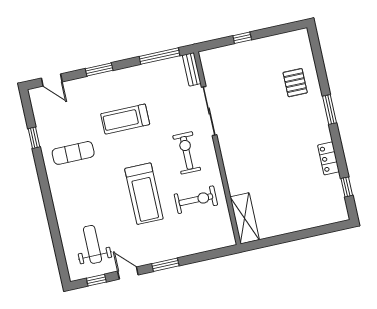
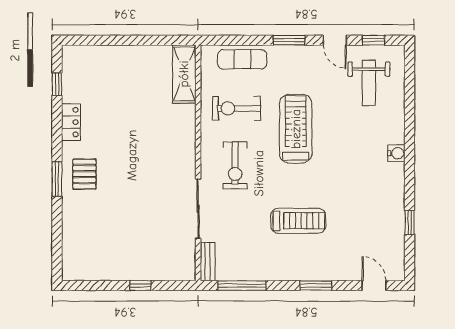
pallet: (295, 83) -> (84, 174), moved
exercise mat: (73, 153) -> (242, 59), moved
water cooler: (57, 192) -> (396, 153), added

